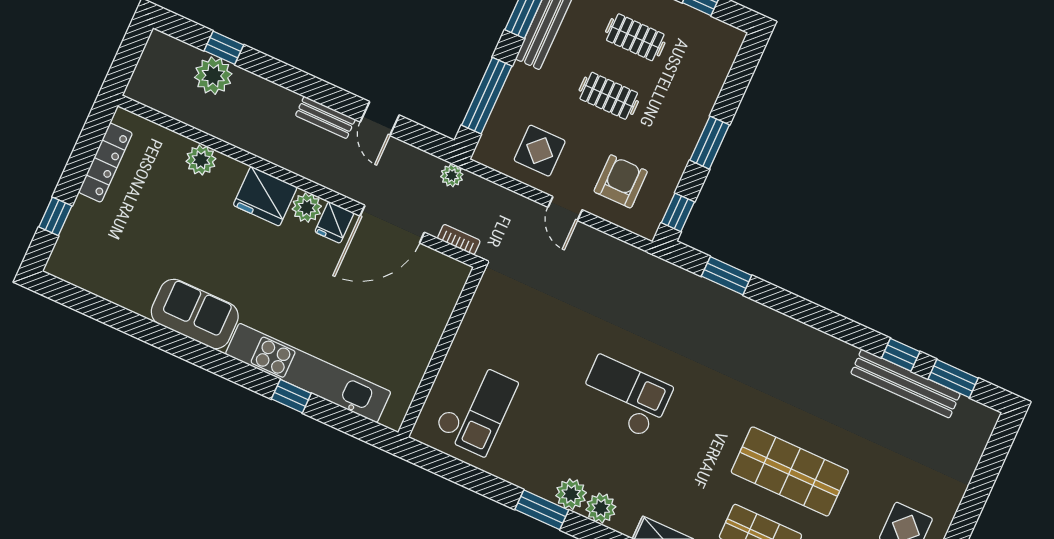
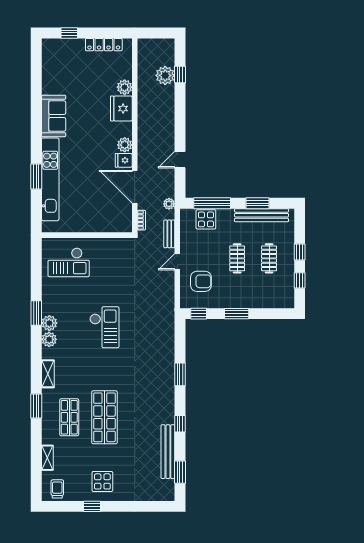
bench: (325, 117) -> (169, 234), moved
display table: (540, 151) -> (206, 219), moved
fridge: (265, 196) -> (121, 109), moved
window: (727, 276) -> (180, 374), moved
window: (901, 355) -> (180, 424), moved
window: (291, 396) -> (36, 176), width x1.50

